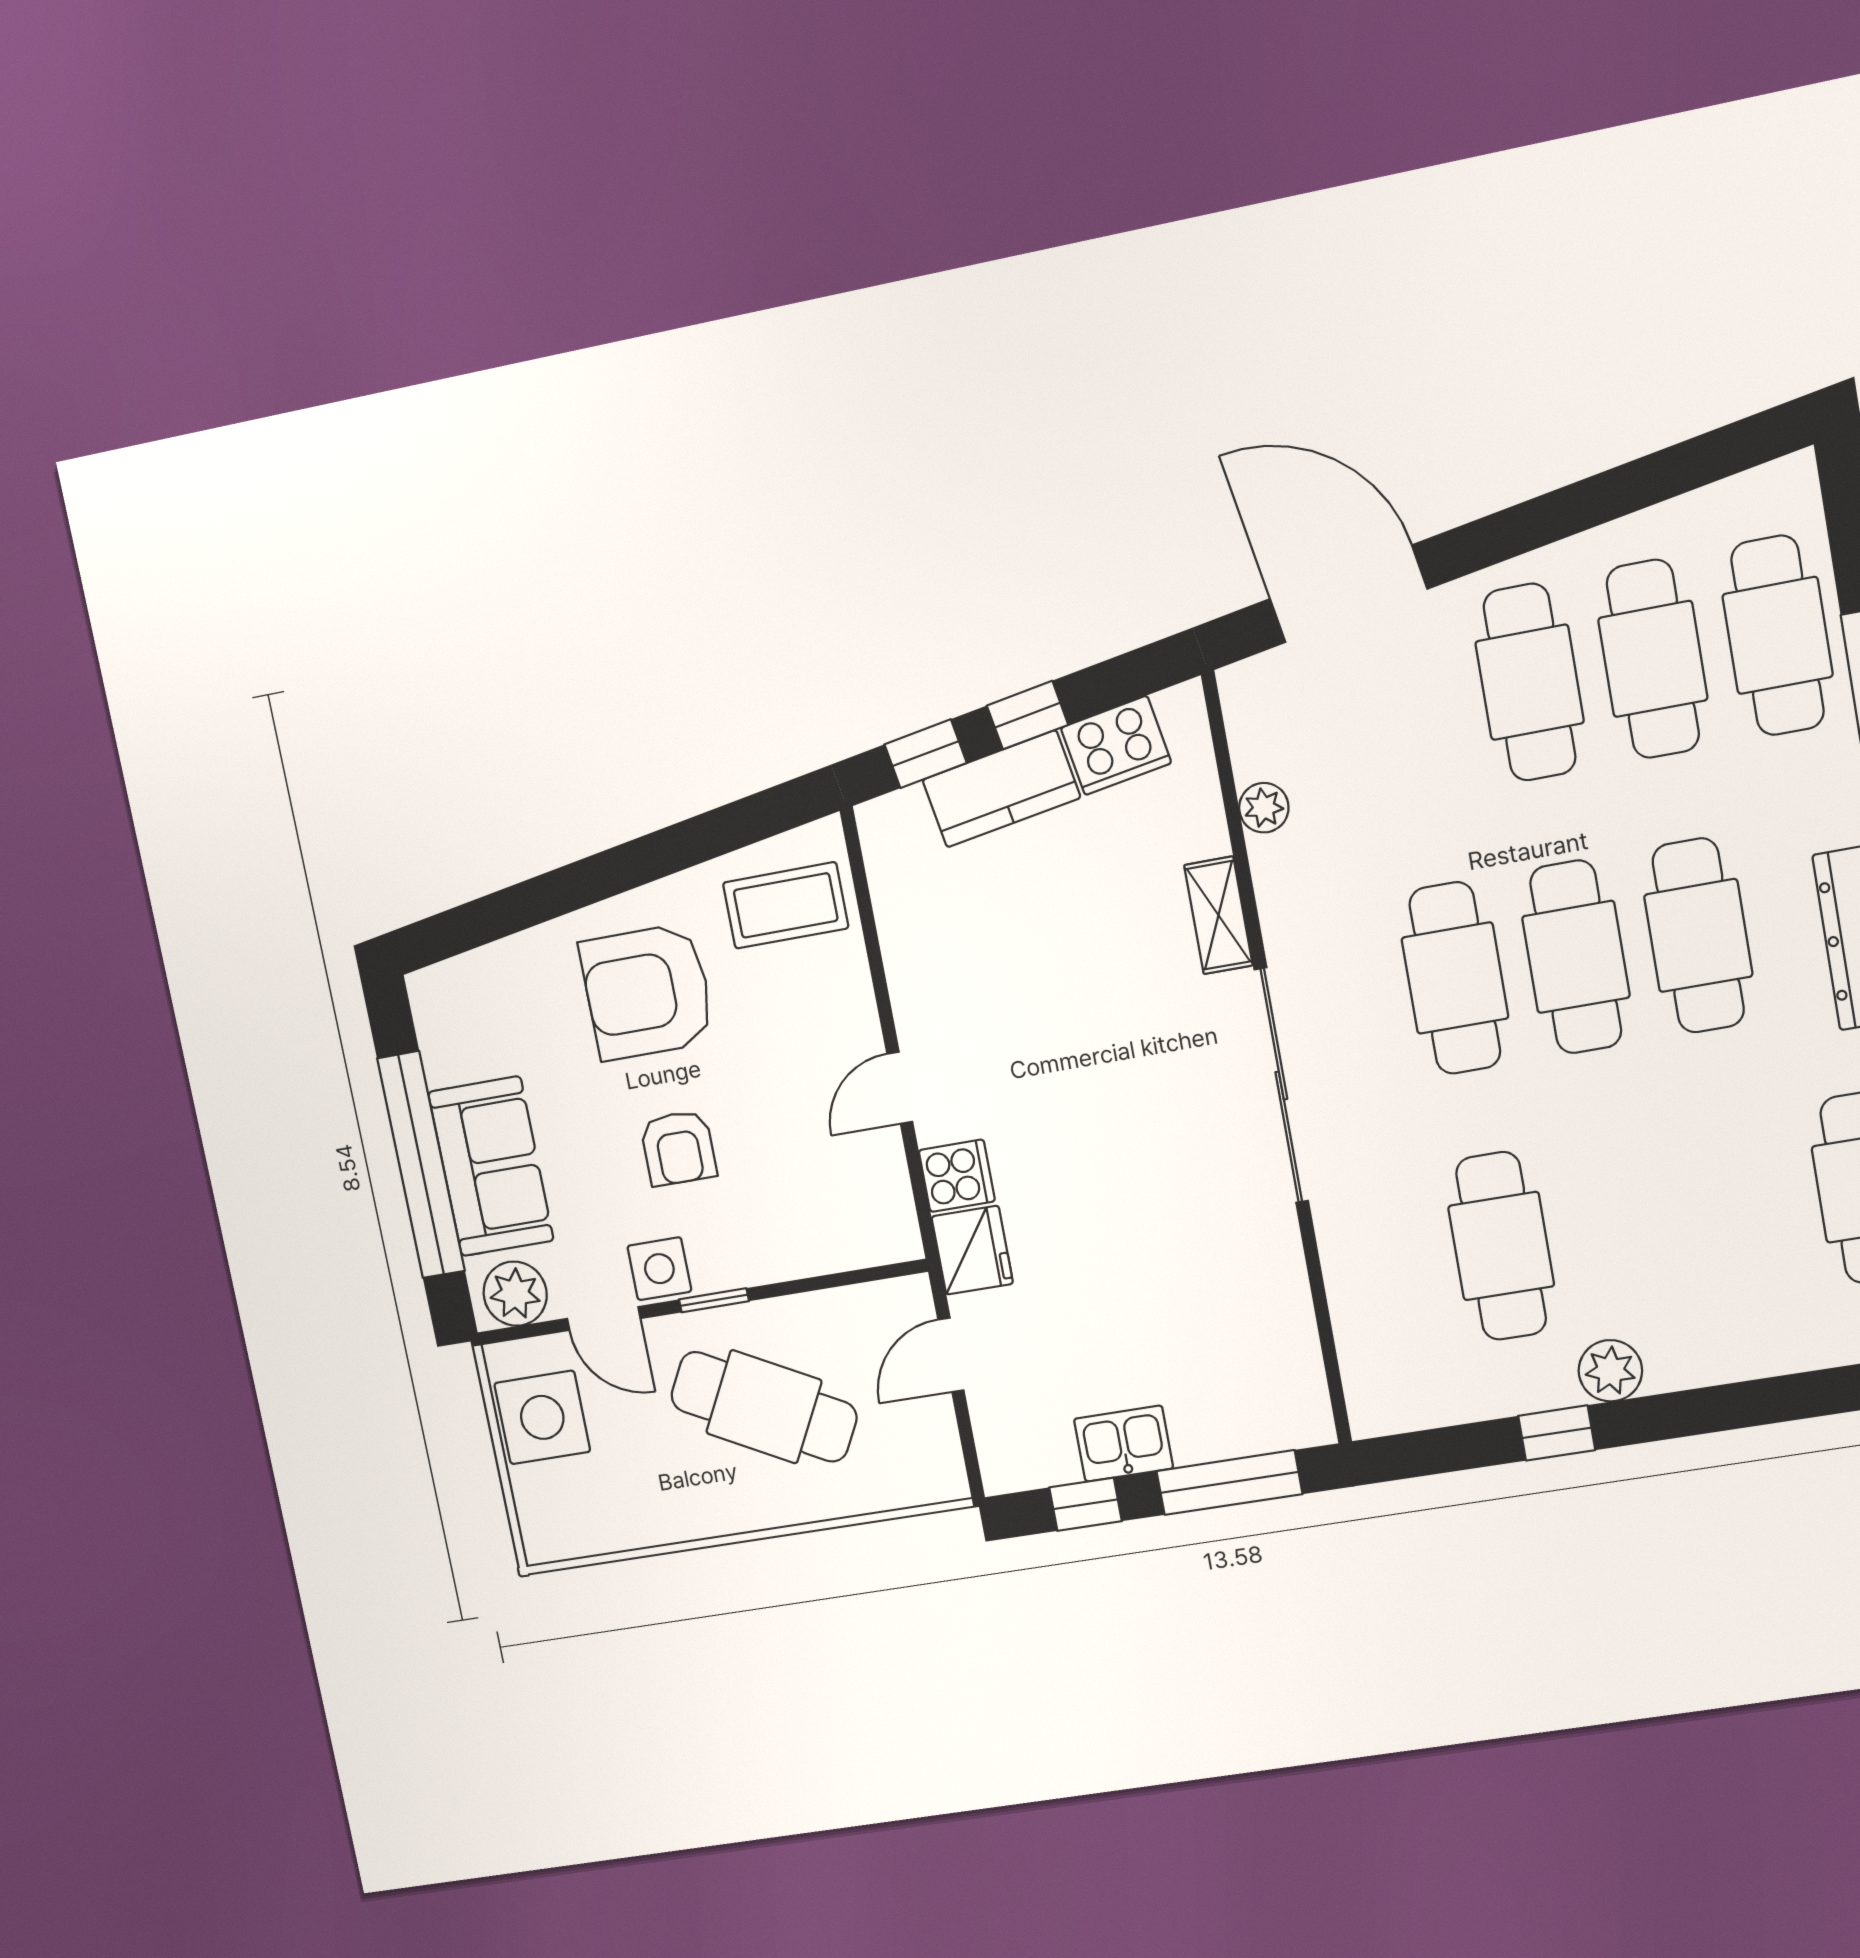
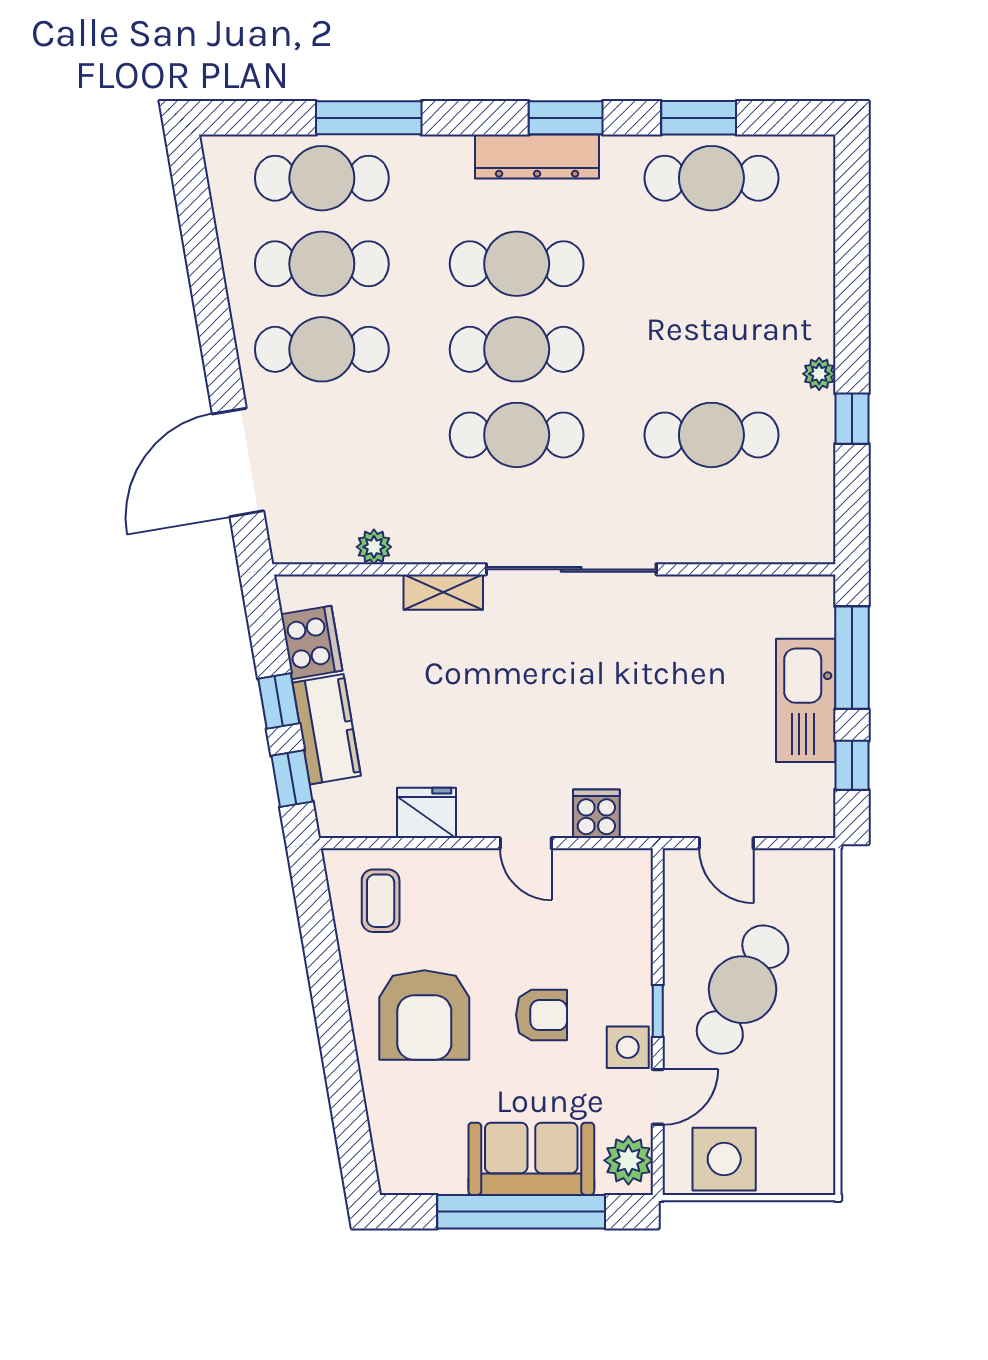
coffee table: (786, 905) -> (381, 901), width x0.73, depth x0.77
fridge: (972, 1250) -> (426, 813), moved
plant: (1610, 1371) -> (819, 374), width x0.73, depth x0.73
kitchen sink: (1124, 1444) -> (806, 700), width x1.88, depth x1.24

